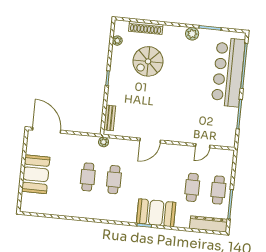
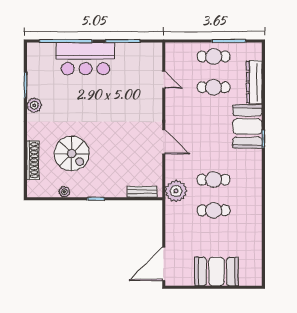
plant: (117, 41) -> (64, 192), moved
bar counter: (228, 72) -> (85, 59), width x0.73
plant: (104, 142) -> (176, 191), width x1.87, depth x1.87
dresser: (209, 224) -> (254, 82), moved

